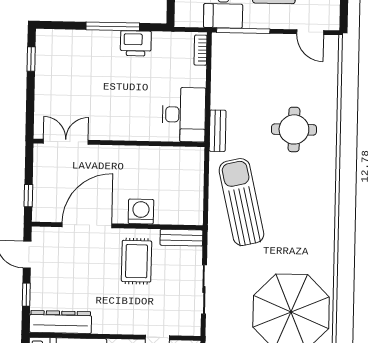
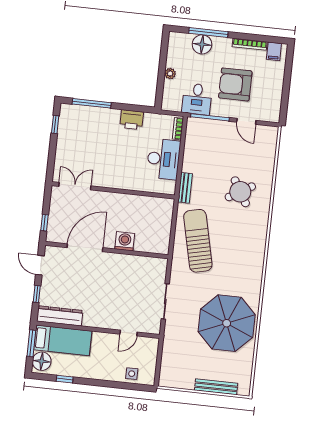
window: (113, 26) -> (92, 103), moved
door: (310, 32) -> (246, 121), moved
desk: (184, 115) -> (163, 159), moved
round table: (294, 129) -> (240, 192), turned -31
bench: (181, 238) -> (152, 263), removed
rug: (136, 261) -> (118, 277), removed

